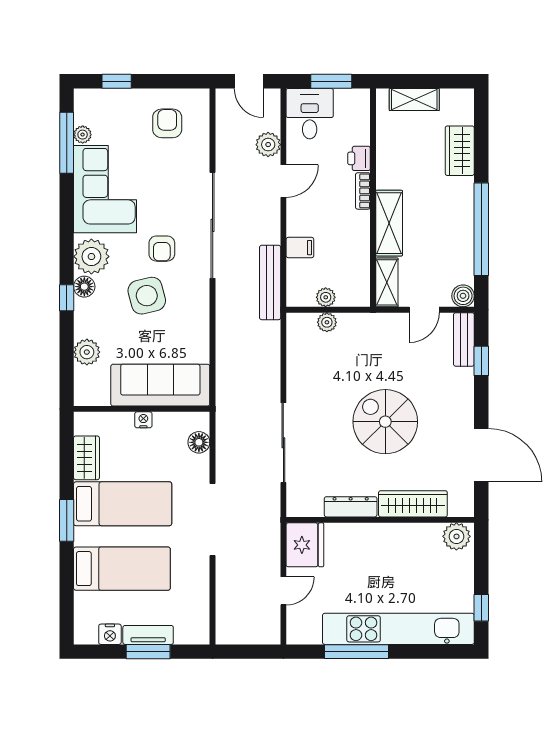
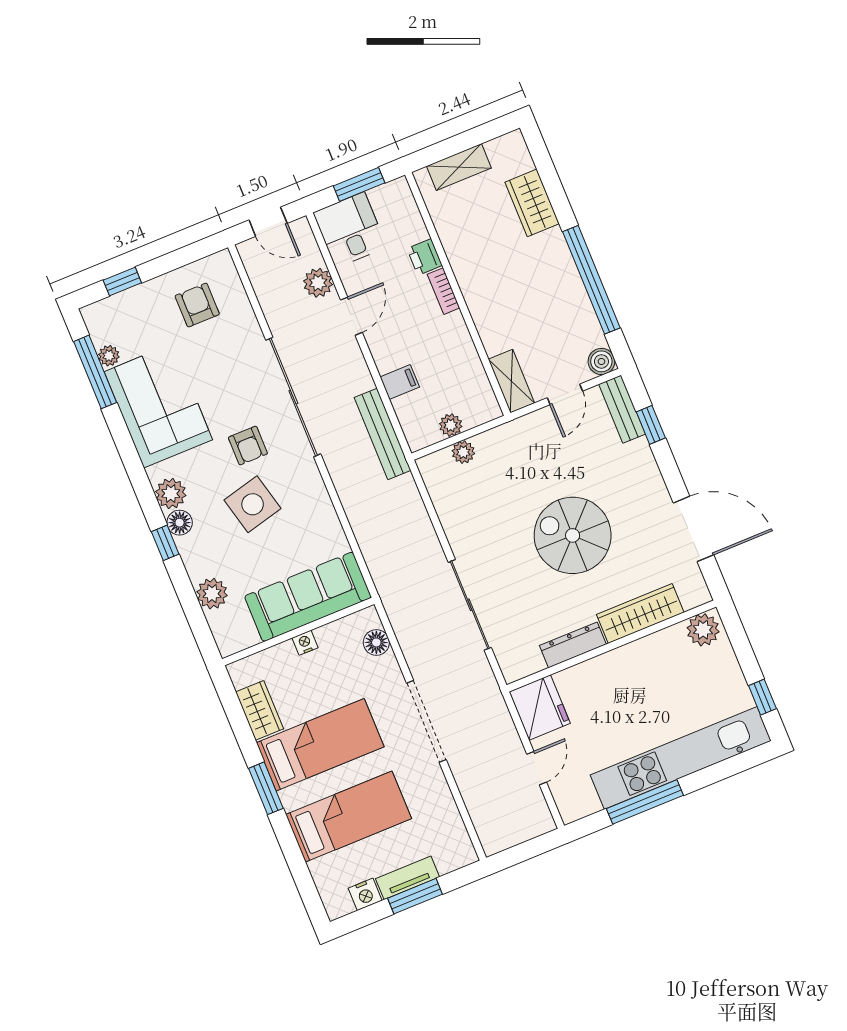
shelving: (389, 223) -> (487, 315), removed
plant: (91, 257) -> (171, 493), width x0.73, depth x0.73

